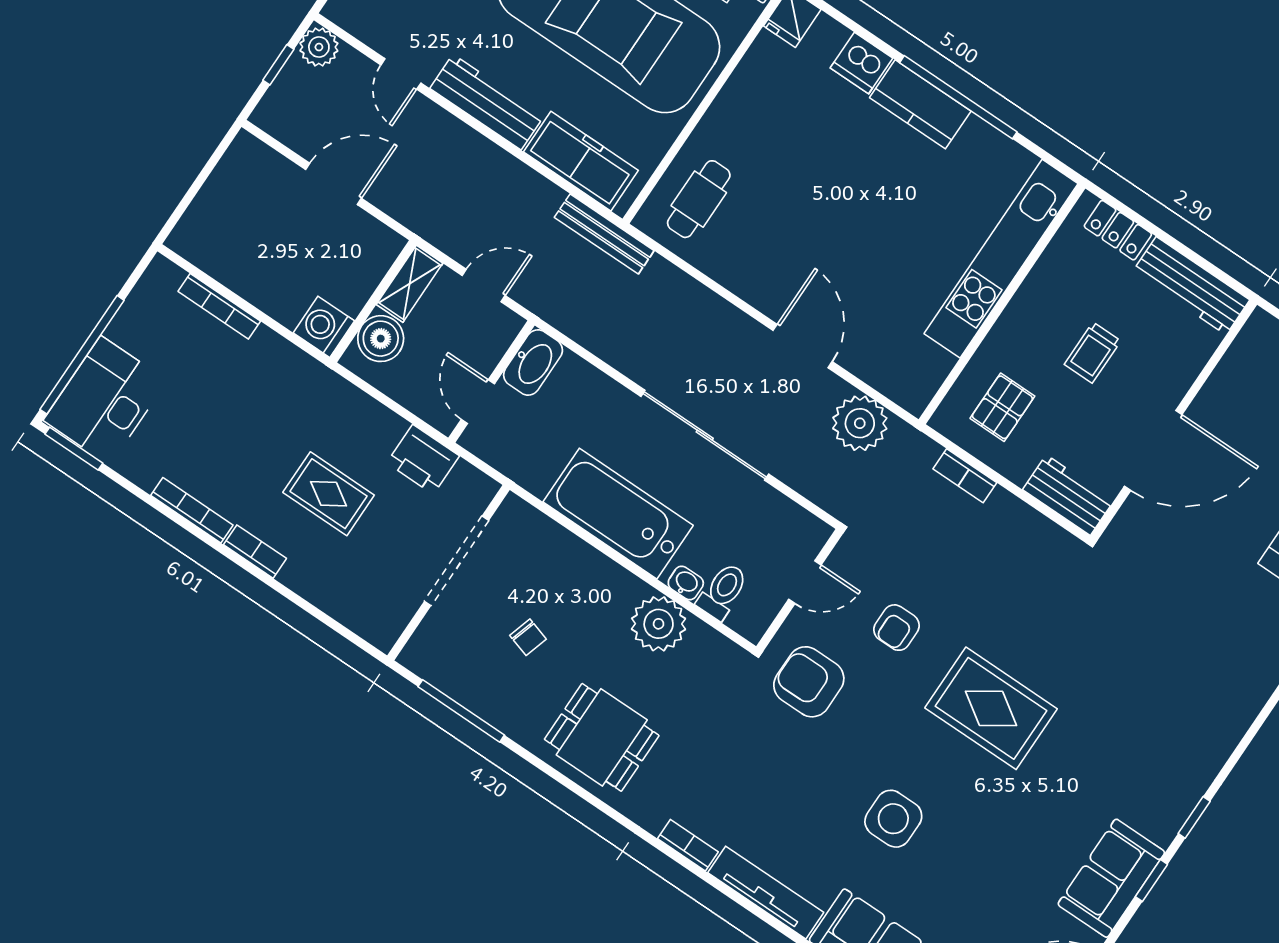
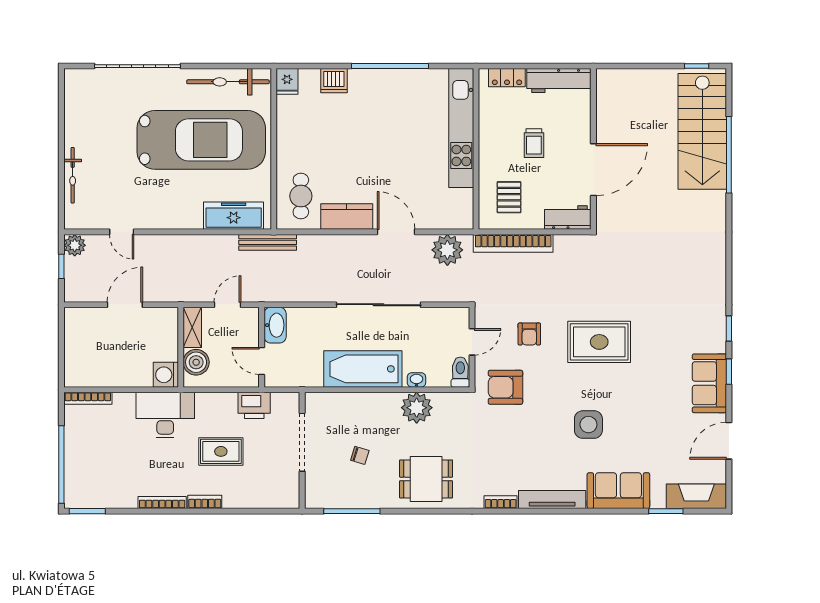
workbench: (487, 102) -> (171, 218), removed
kitchen counter: (920, 104) -> (347, 217), moved, turned 180
bookcase: (219, 306) -> (88, 398), moved
desk: (105, 400) -> (165, 415), moved, turned 90
bookcase: (965, 476) -> (513, 243), width x2.31, depth x1.31
toilet: (723, 591) -> (460, 372), moved

